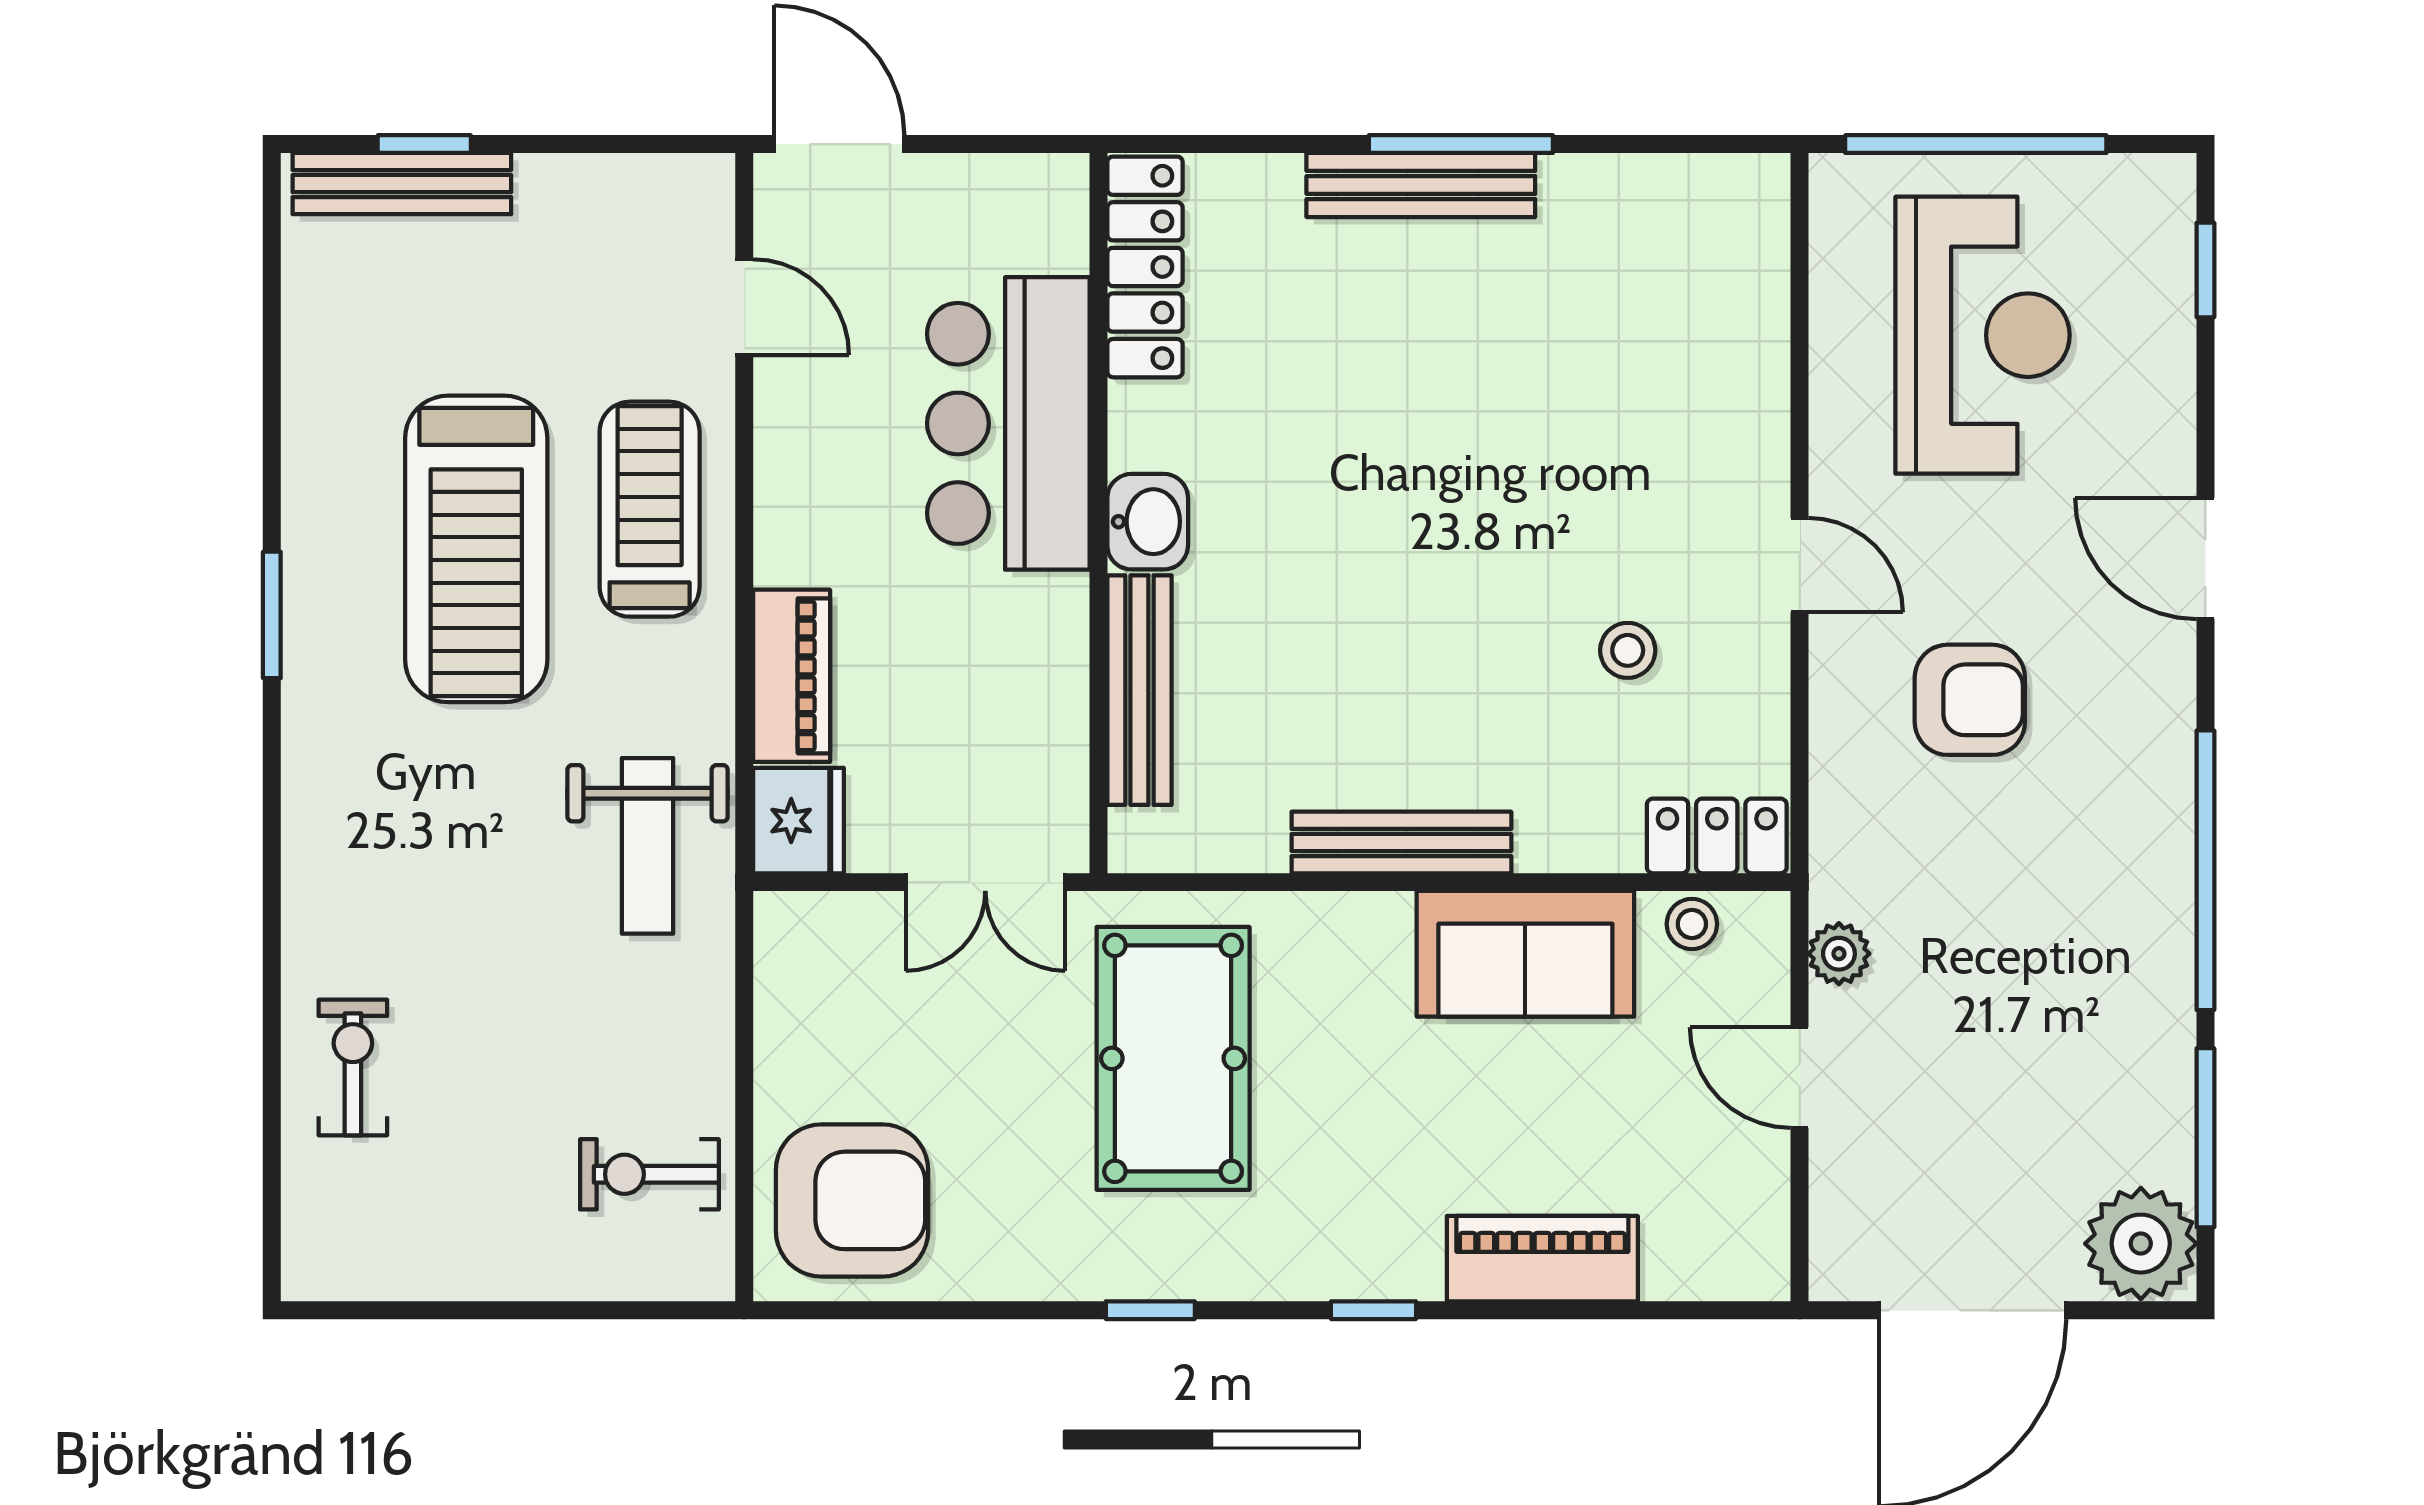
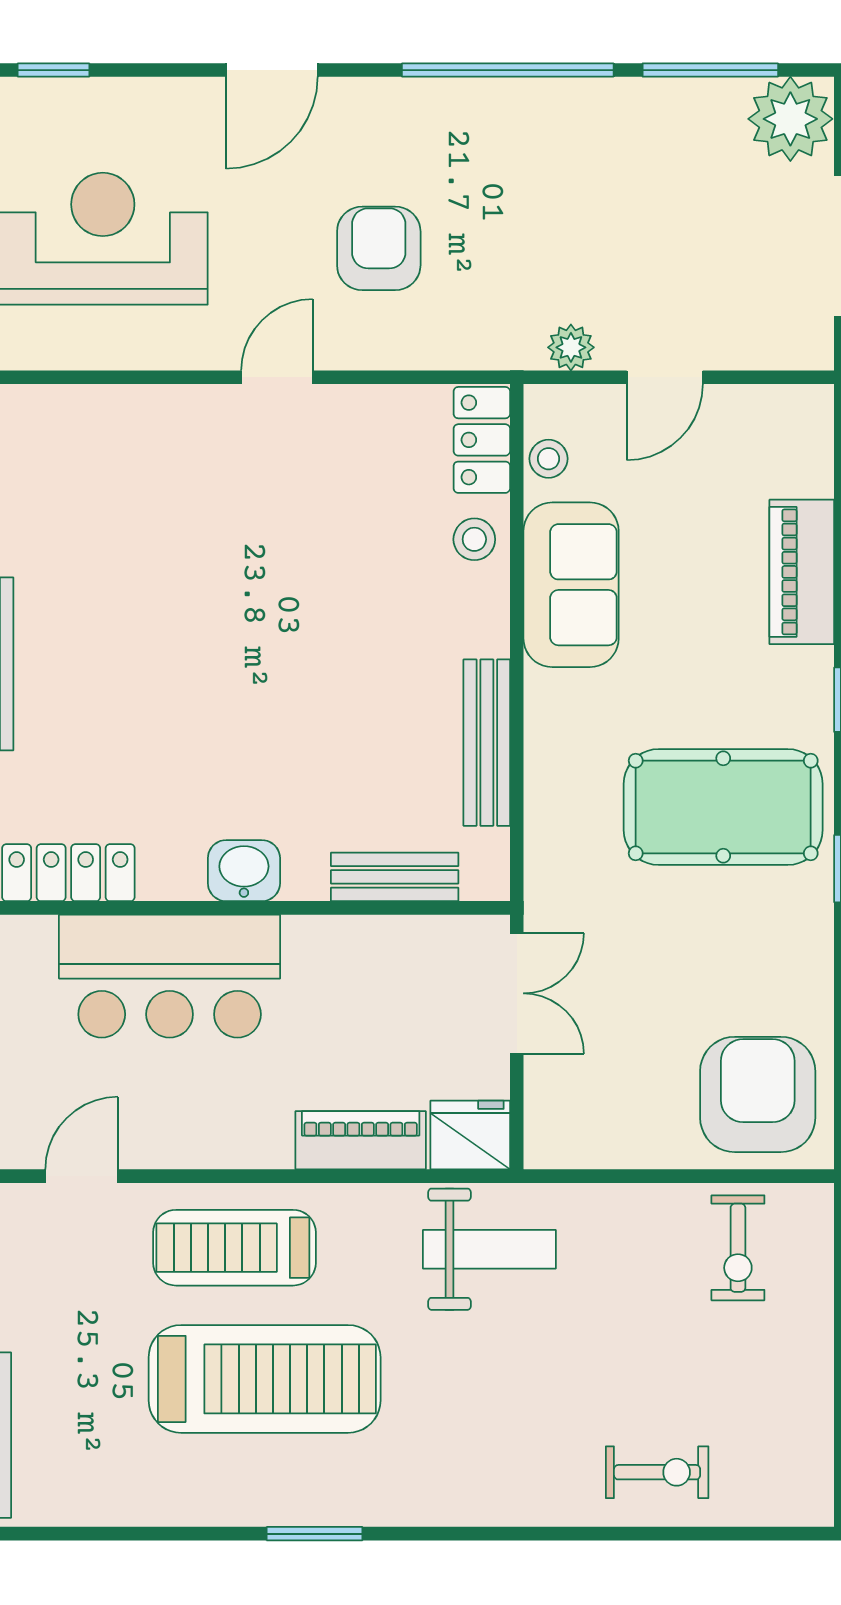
stool: (1628, 650) -> (474, 539), moved
bench: (1139, 690) -> (395, 877), width x0.73
bench: (1401, 842) -> (487, 743), moved
pool table: (1173, 1058) -> (723, 807), moved
exercise bike: (353, 1068) -> (657, 1472), turned 180

